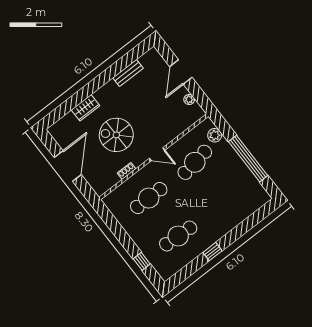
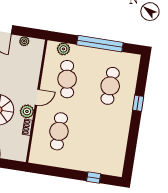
plant: (138, 158) -> (27, 111), added
cafe table: (178, 236) -> (110, 86), moved
window: (213, 252) -> (138, 103), moved

